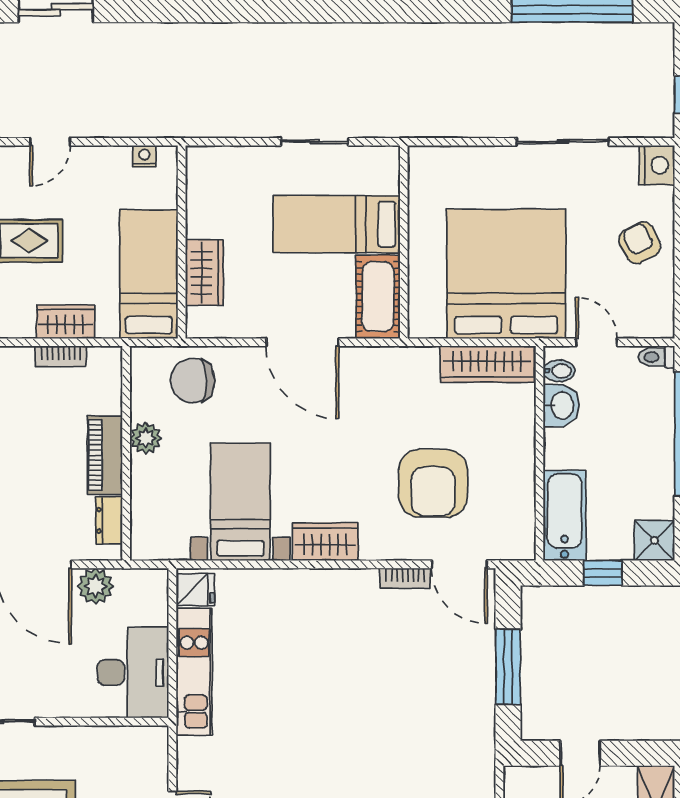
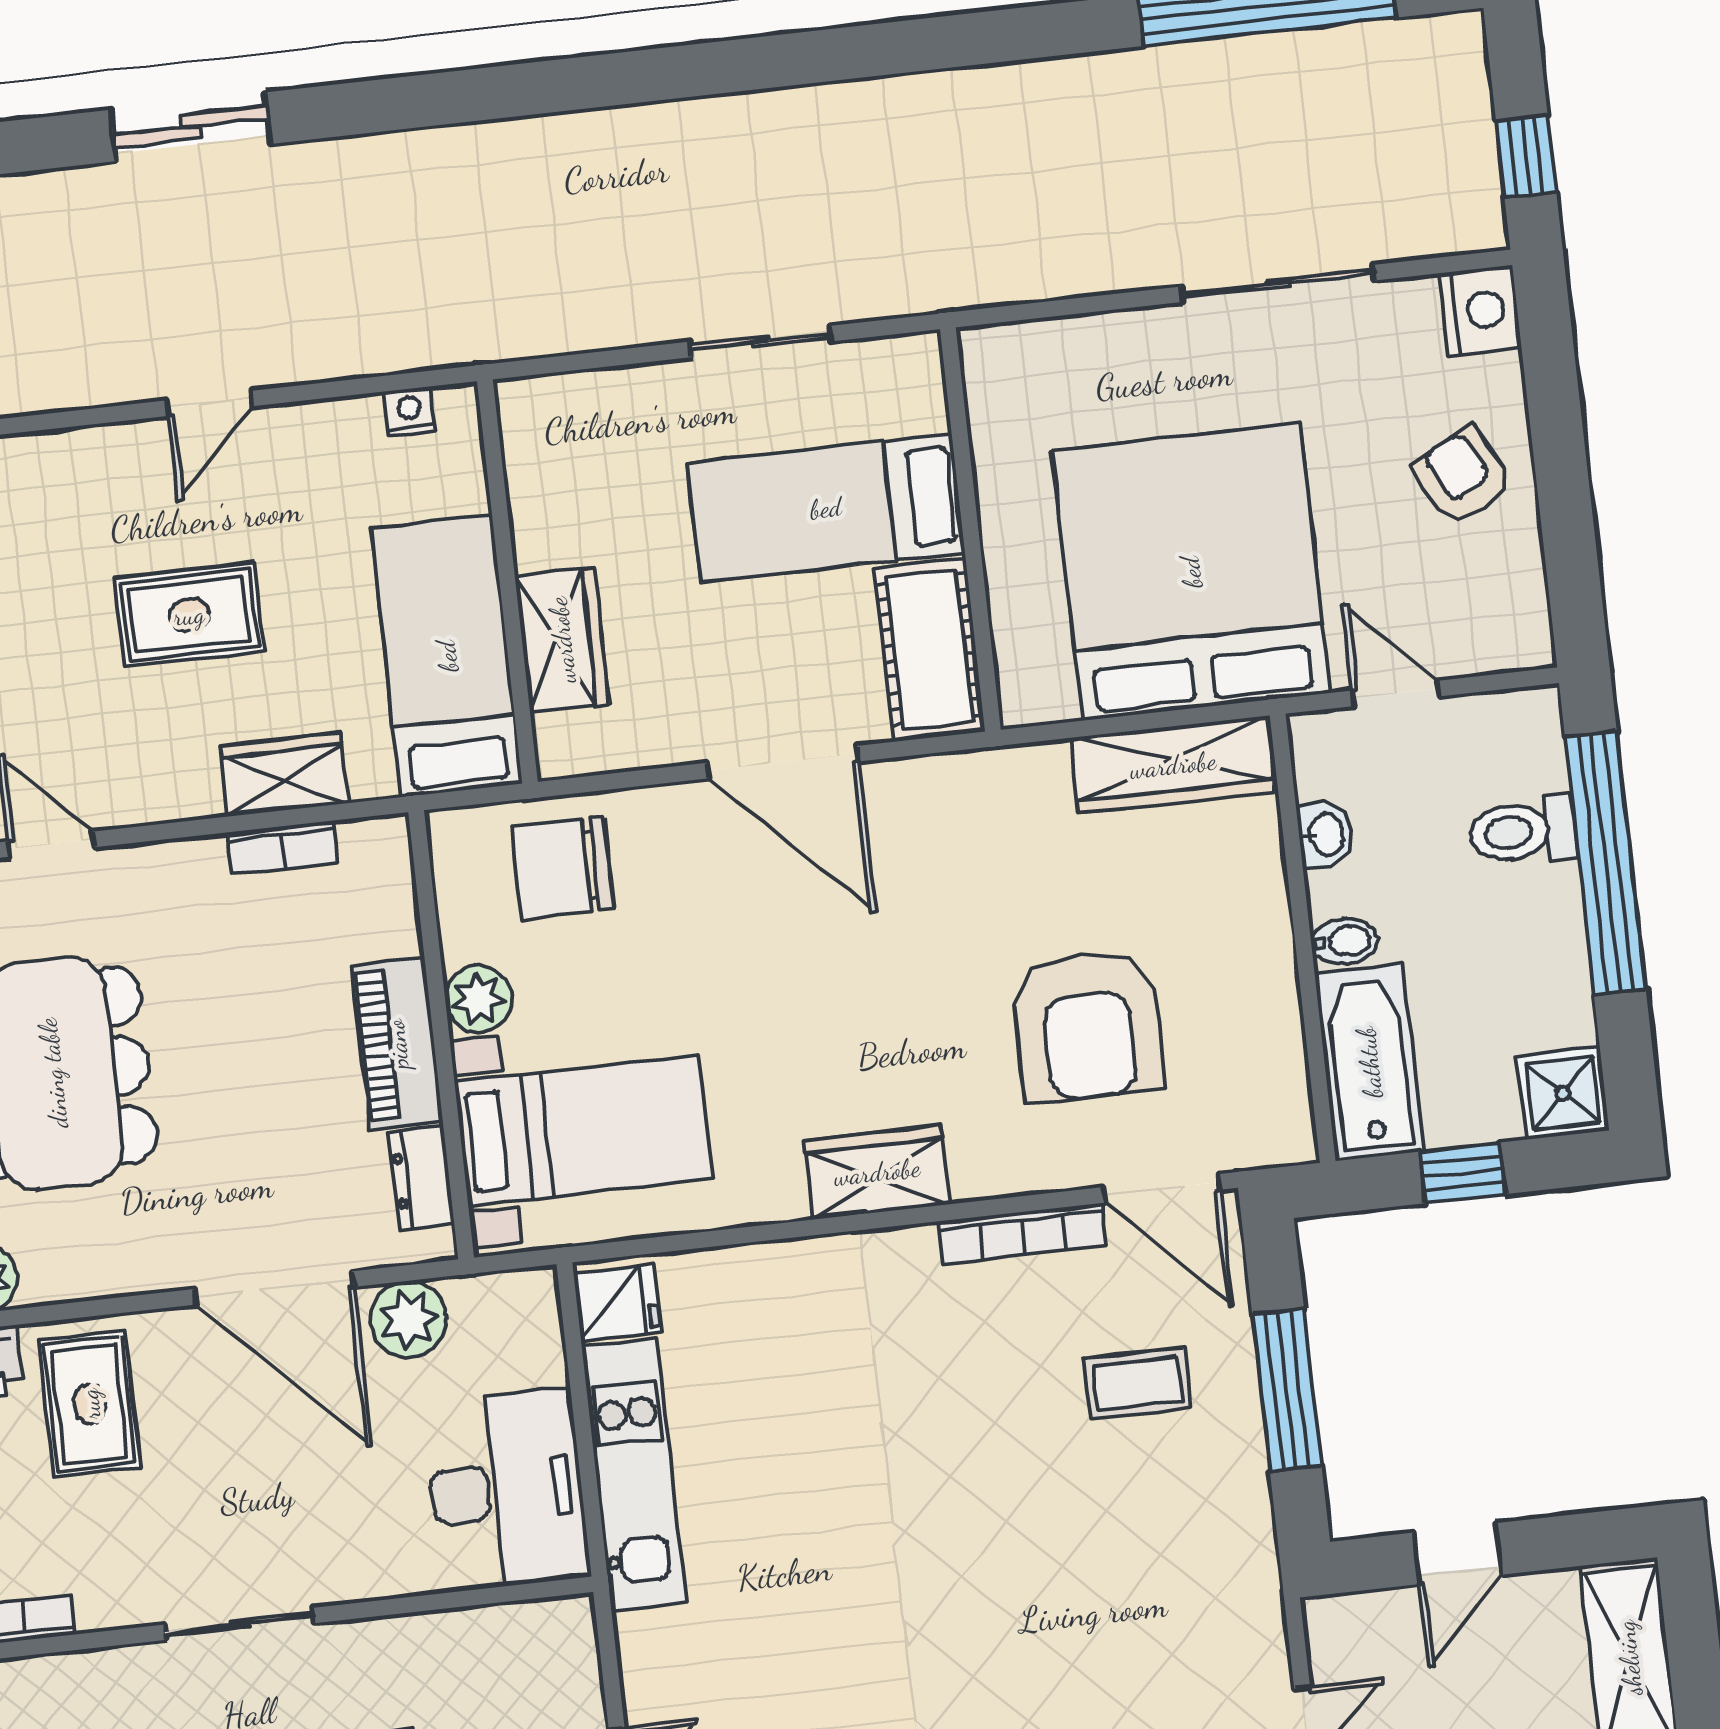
toilet: (657, 357) -> (1523, 831), moved, width x1.37, depth x1.39
bidet: (559, 371) -> (1344, 941), moved
washbasin: (561, 405) -> (1325, 835), width x0.72, depth x0.69
bed with nightstands: (240, 502) -> (584, 1130), moved, turned 90
bookcase: (405, 578) -> (1022, 1233), width x1.56
coffee table: (438, 655) -> (1138, 1383), added

